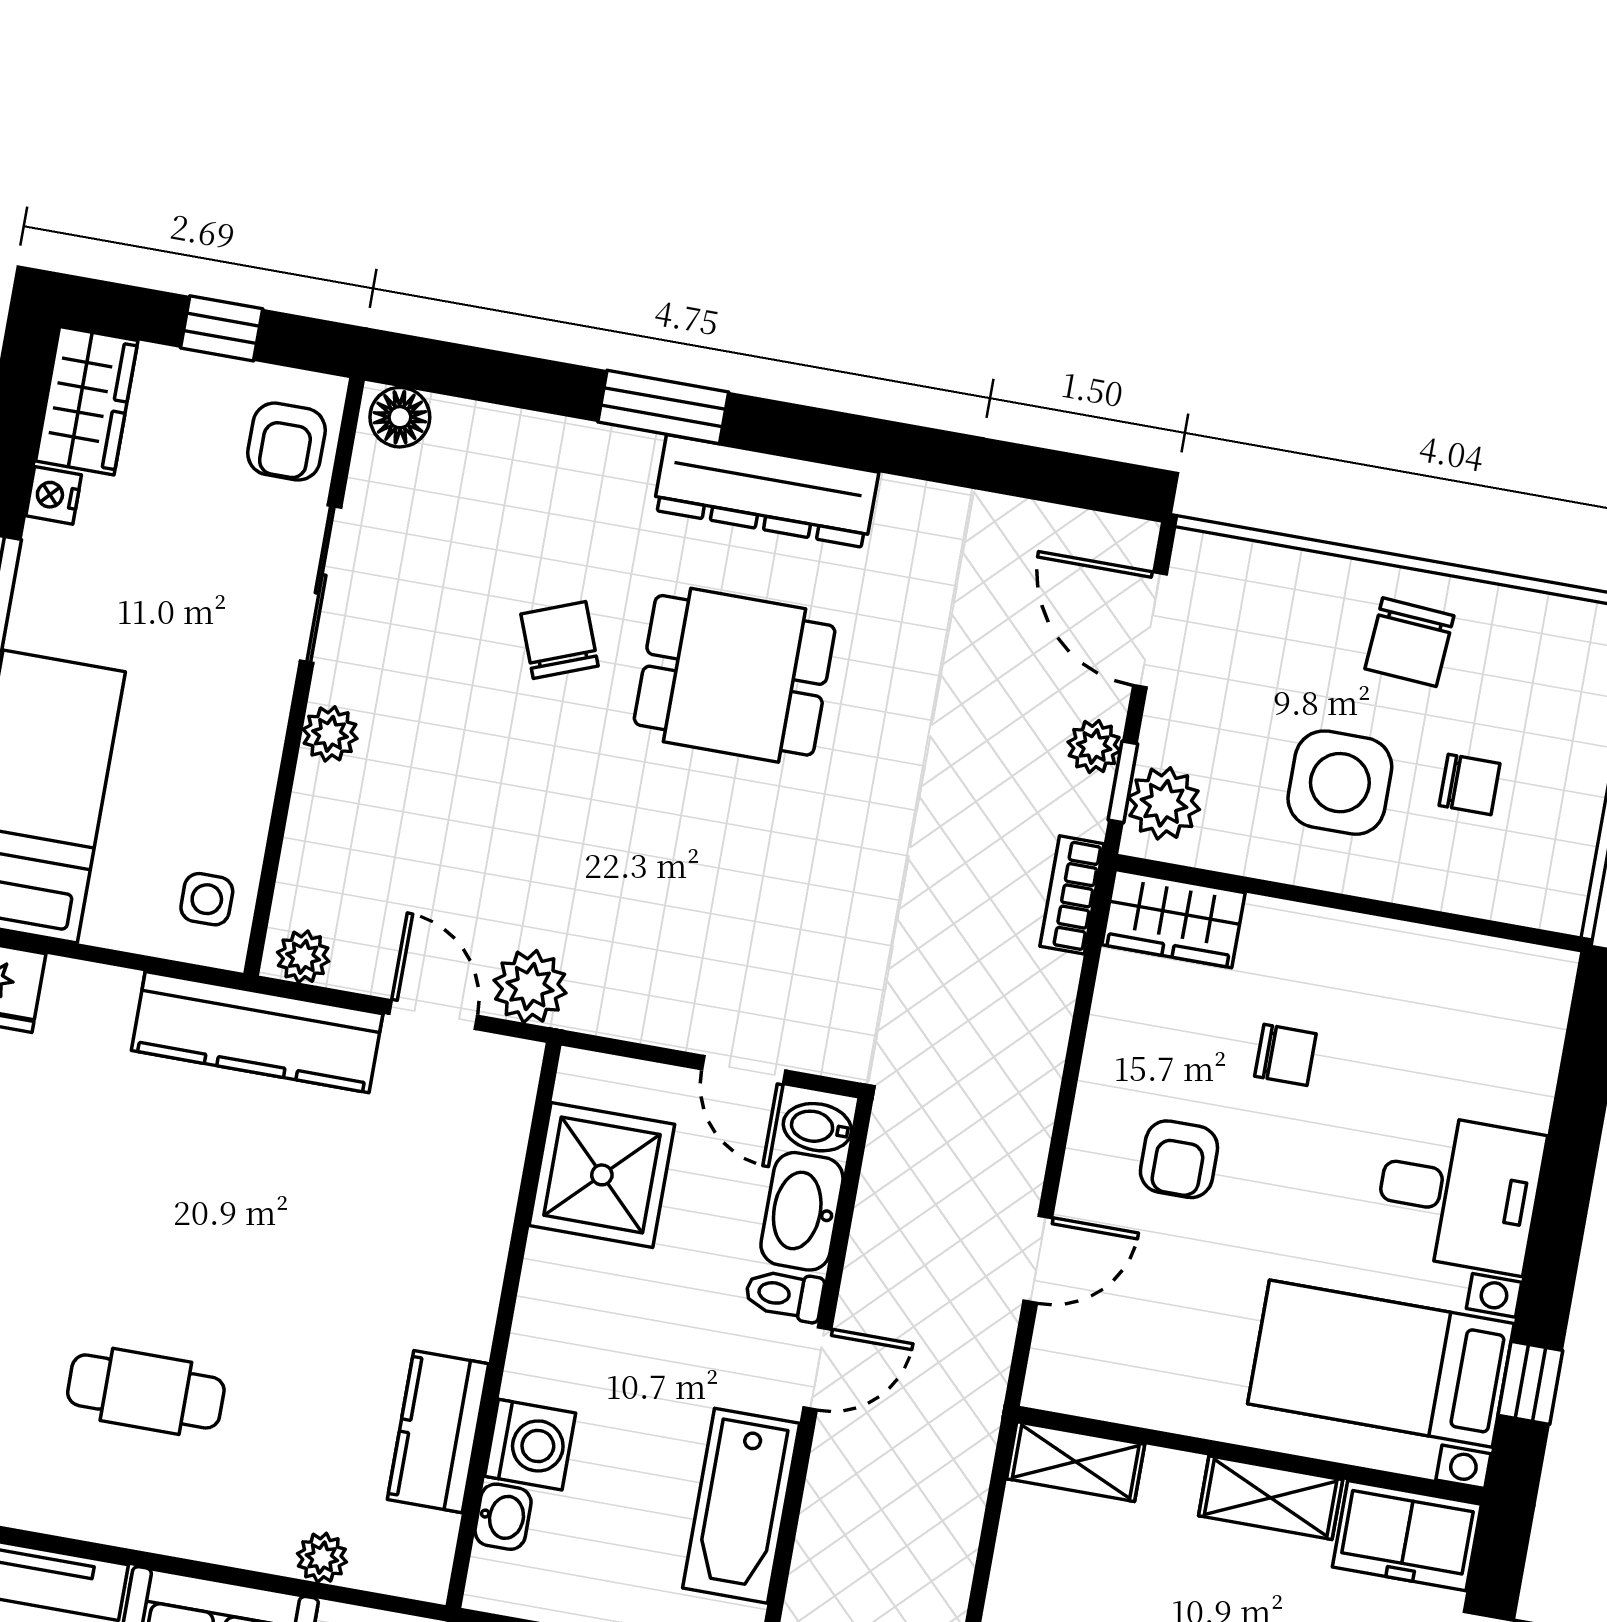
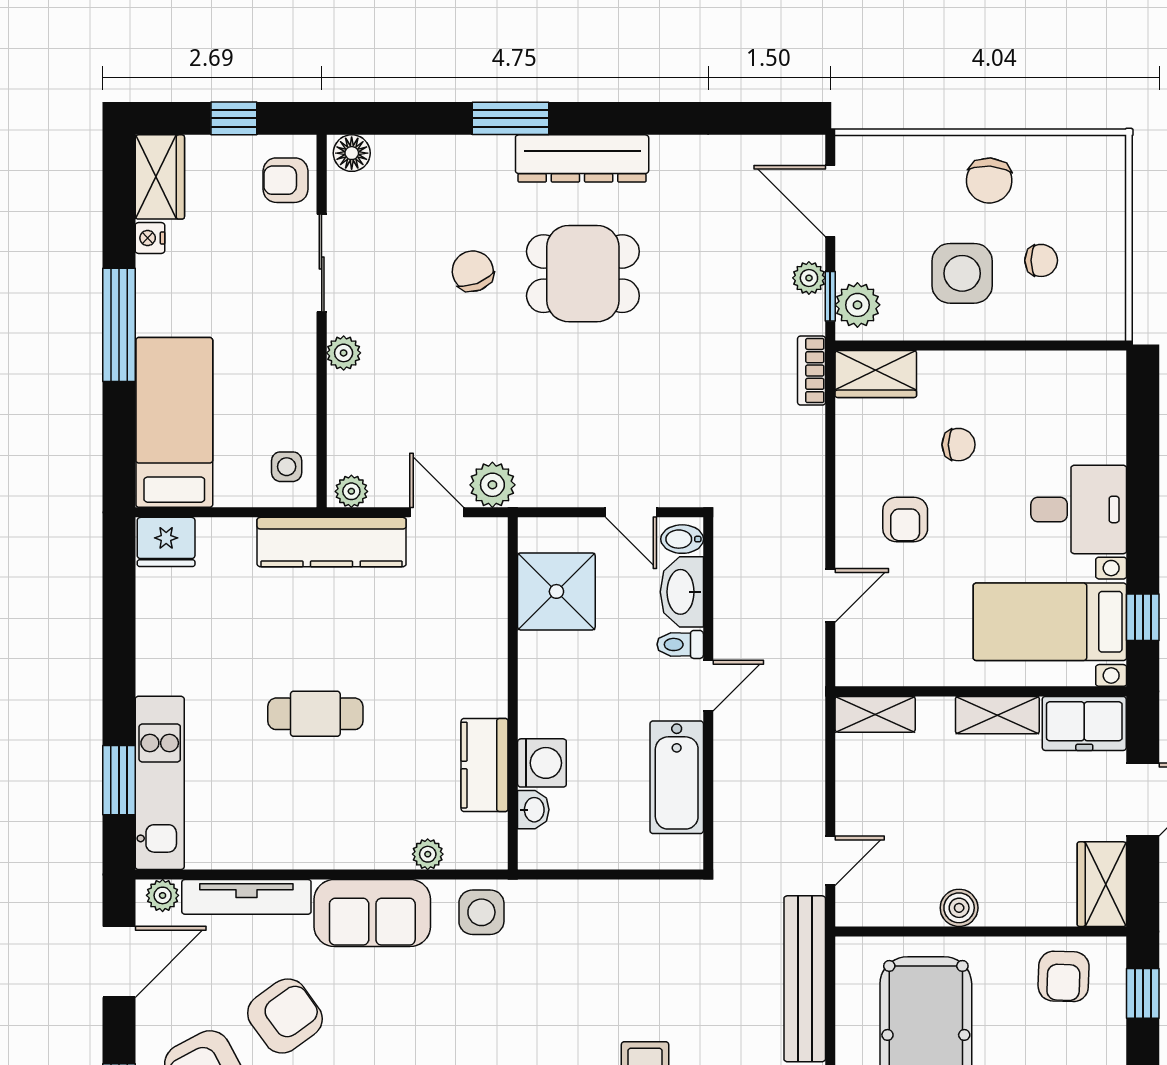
armchair: (286, 442) -> (286, 180), turned 90
cafe table: (146, 1391) -> (315, 714), moved

